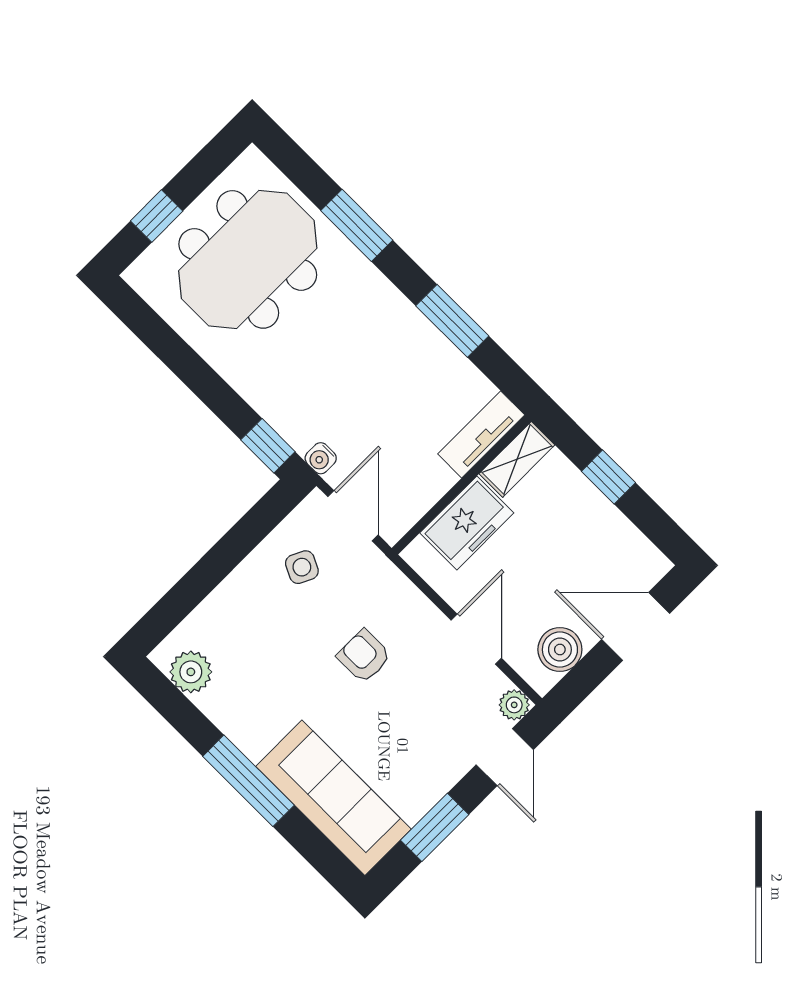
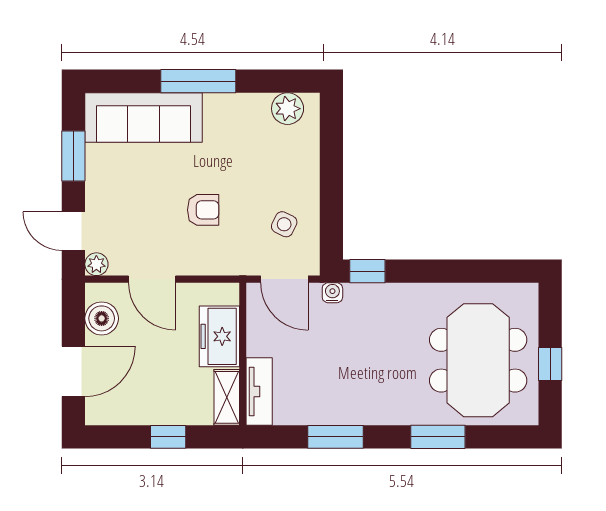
window: (157, 216) -> (550, 364), moved

